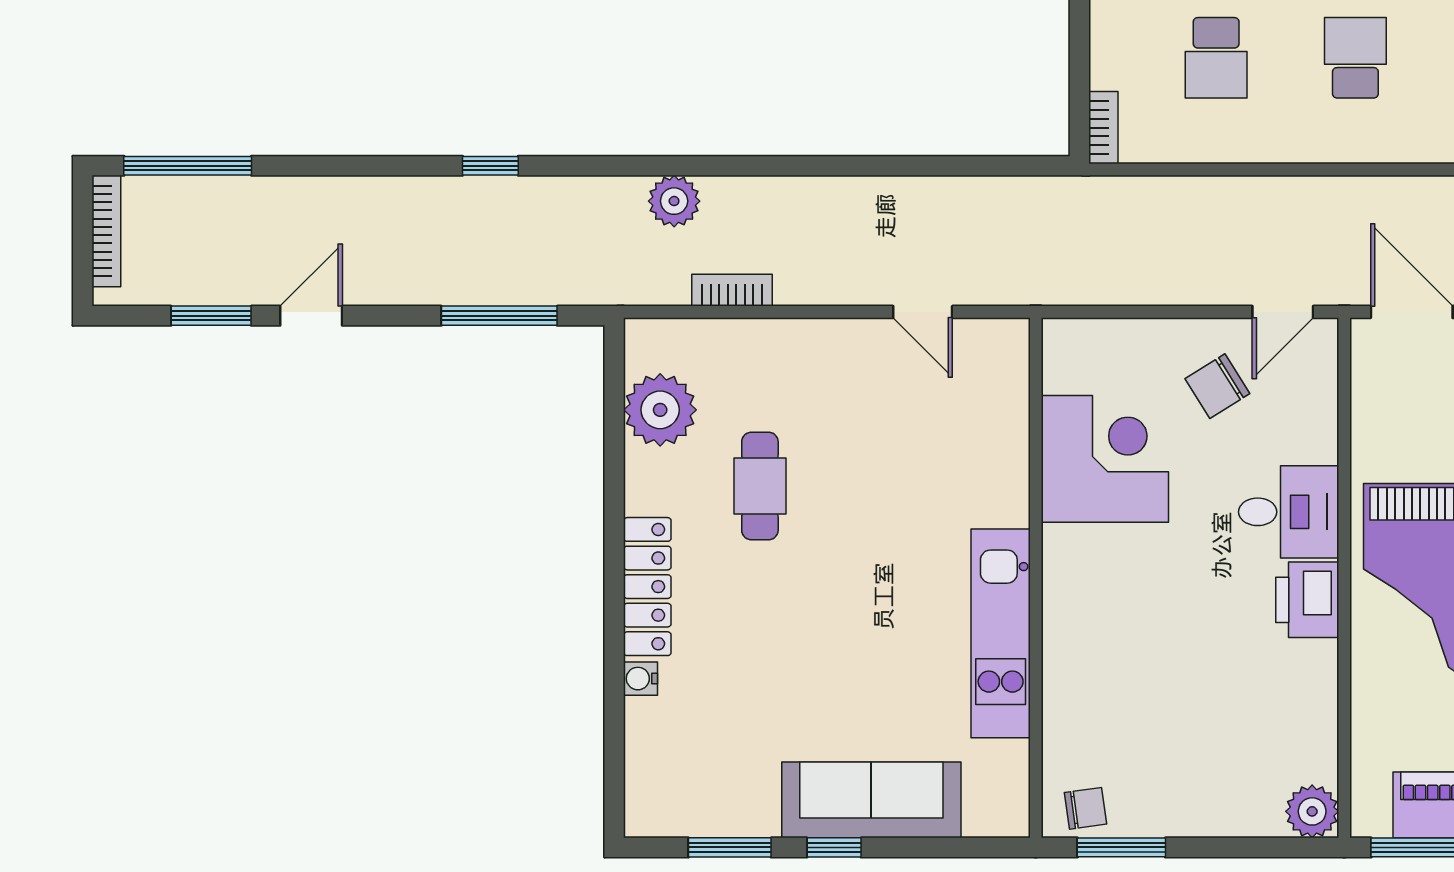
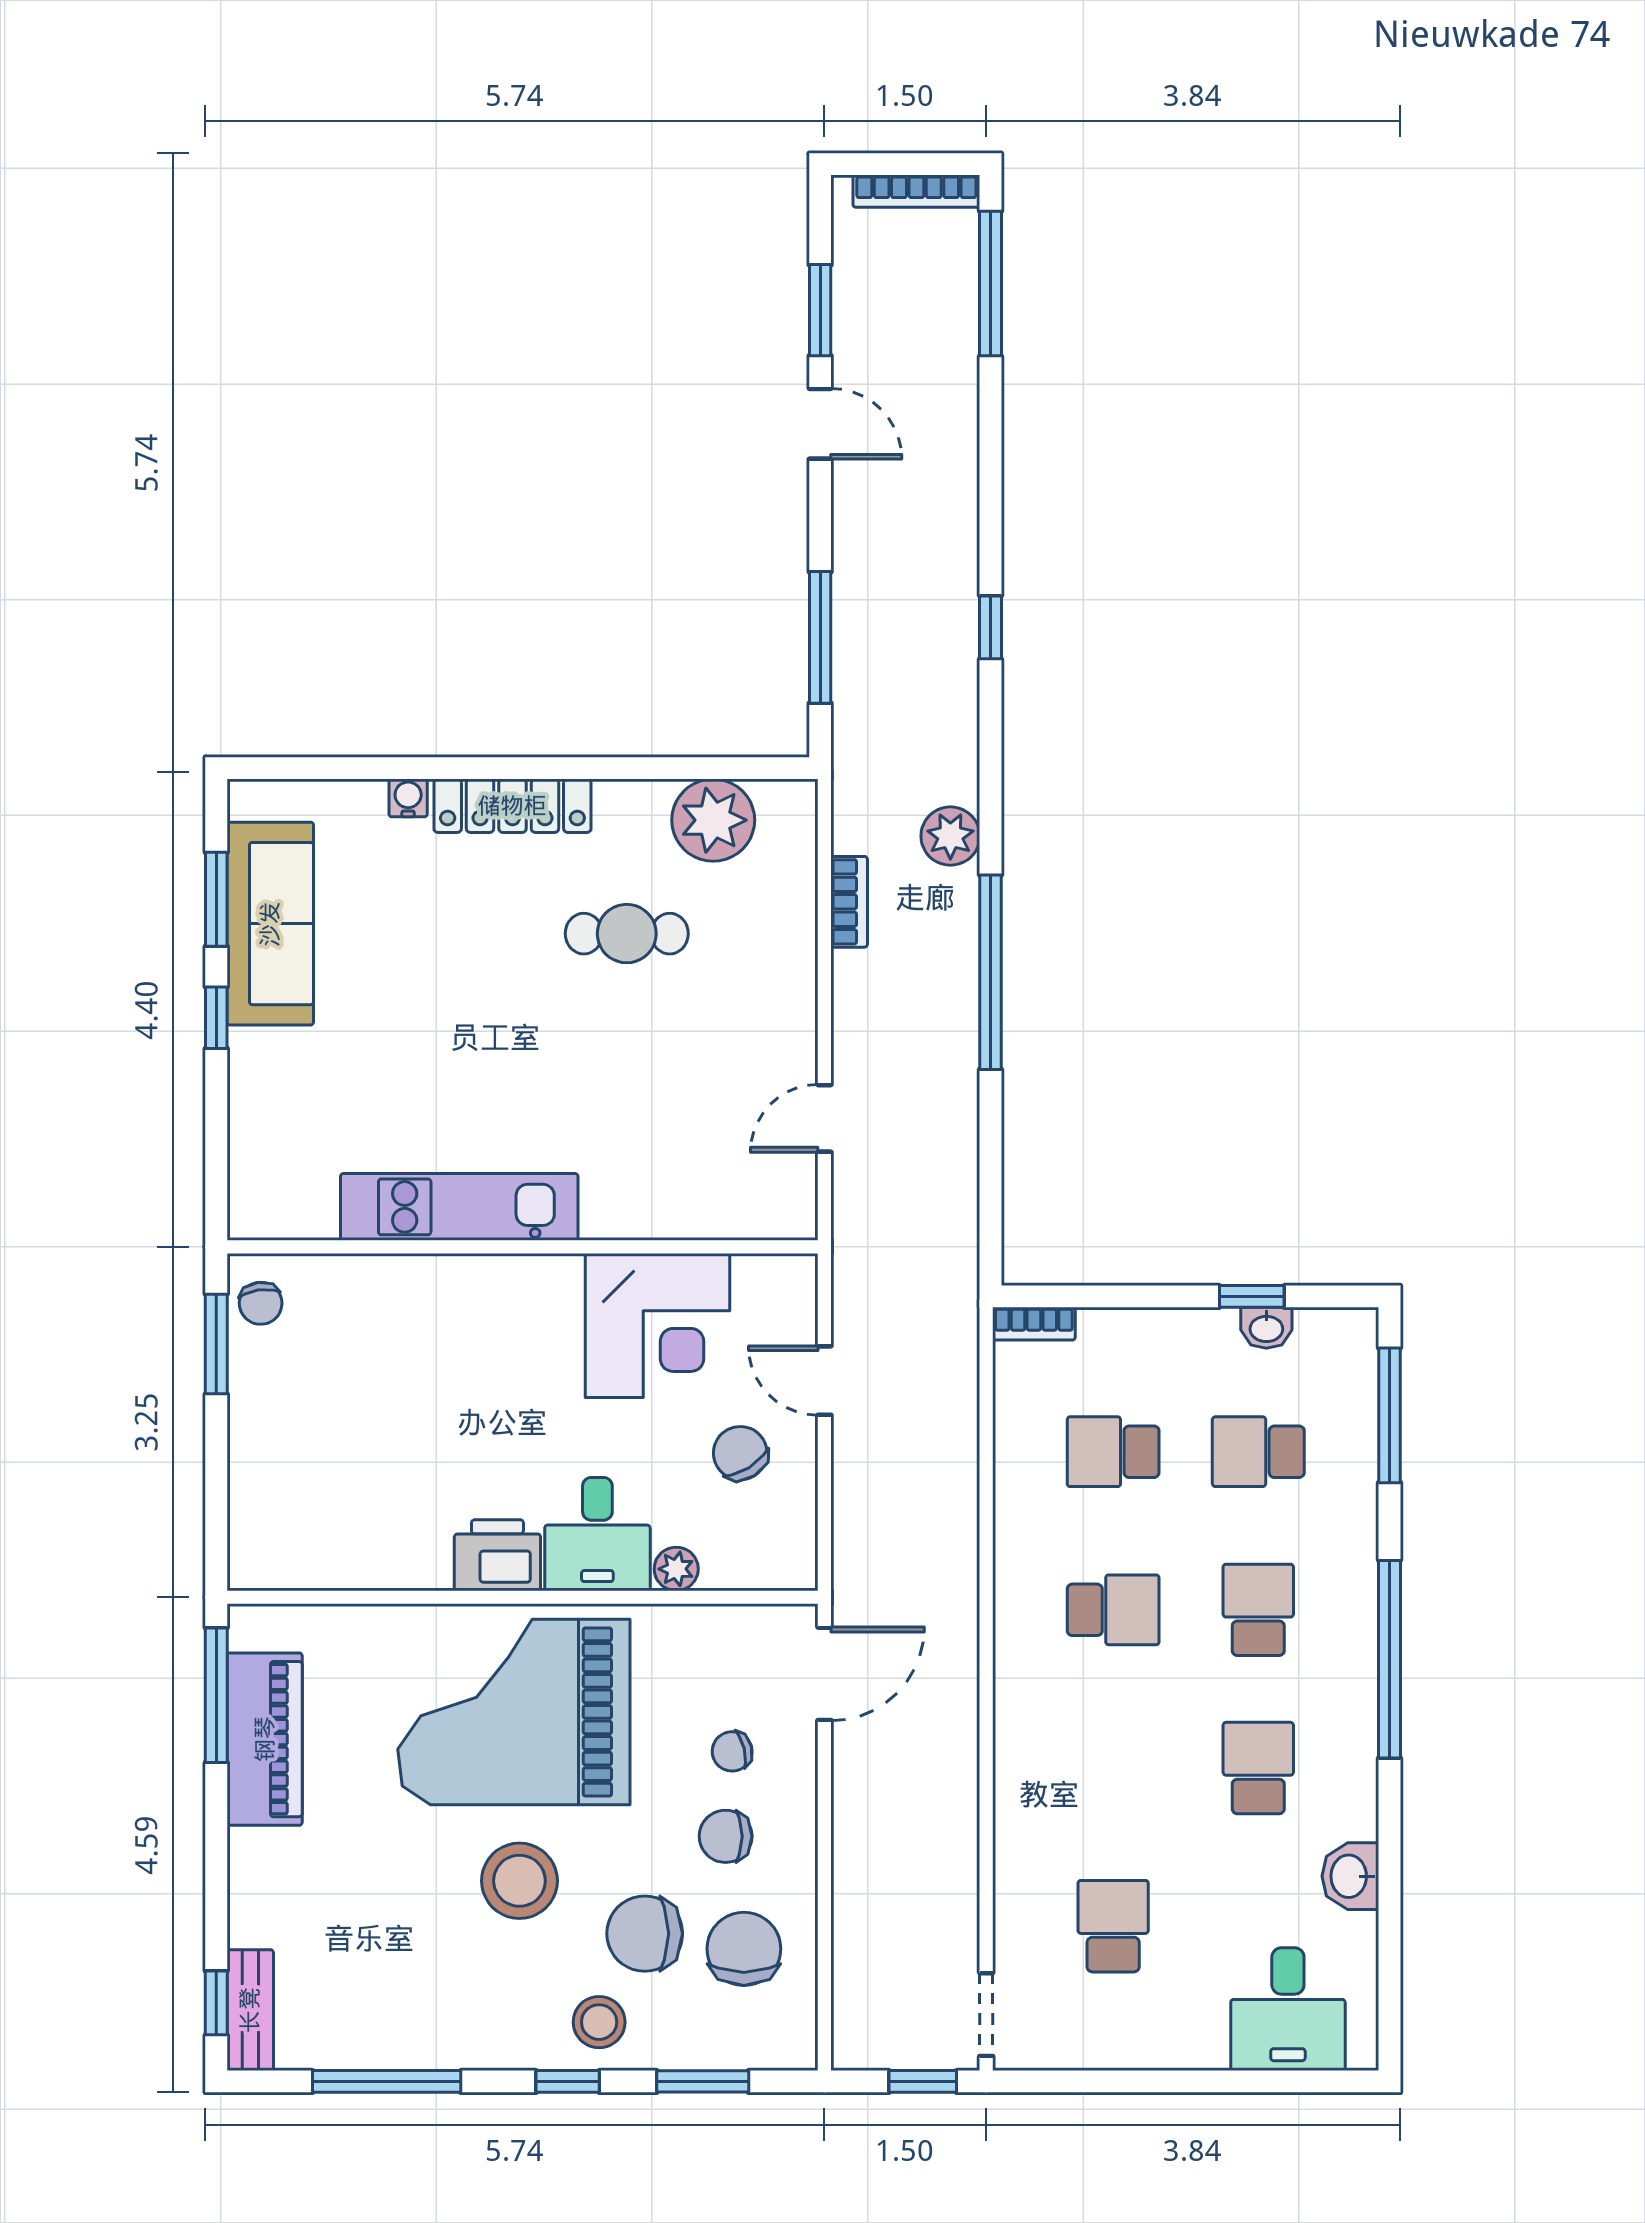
window: (794, 166) -> (991, 972), added
door: (1283, 312) -> (824, 1381), moved
sofa: (871, 800) -> (270, 924), moved
plant: (1312, 811) -> (676, 1569), moved, width x0.73, depth x0.73

